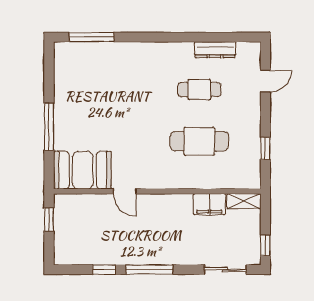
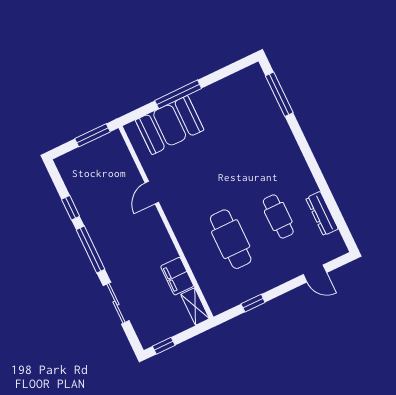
booth: (83, 170) -> (170, 125), moved, turned 90
window: (49, 220) -> (92, 135), width x1.50
sliding door: (225, 270) -> (116, 303), moved

